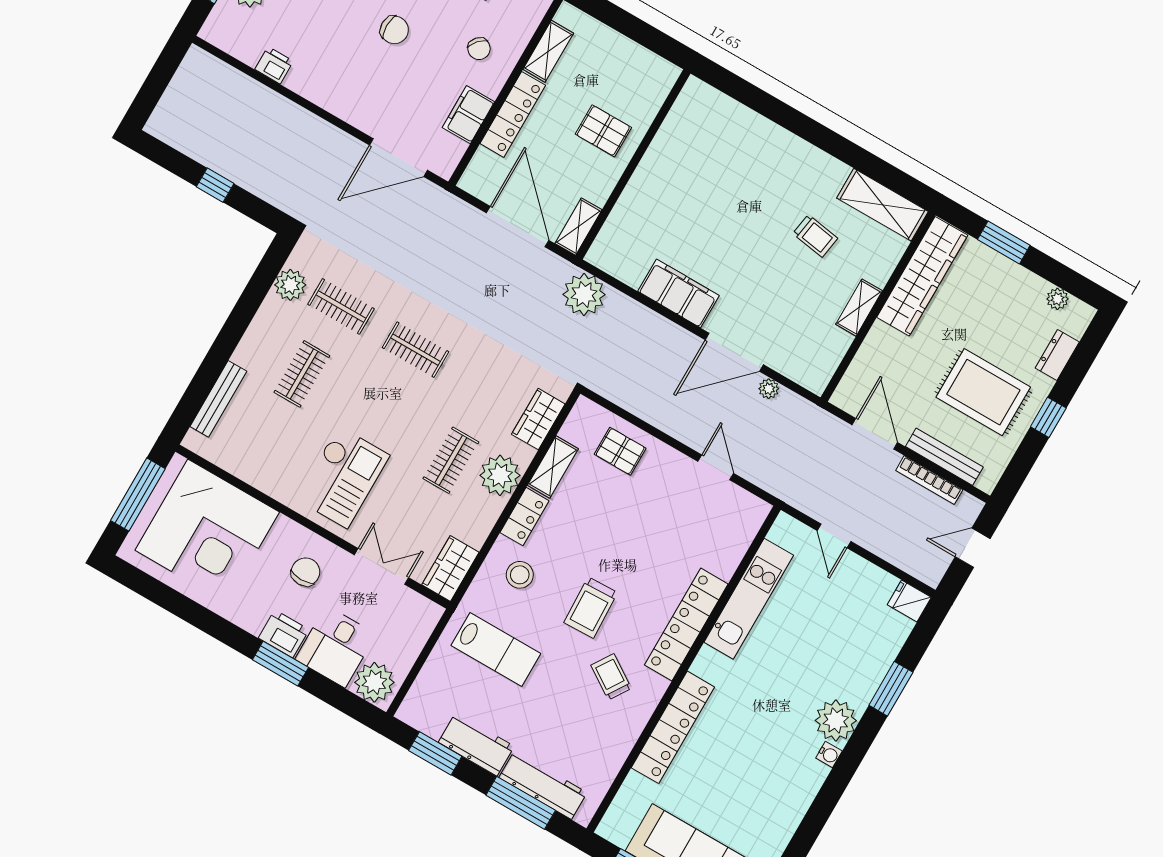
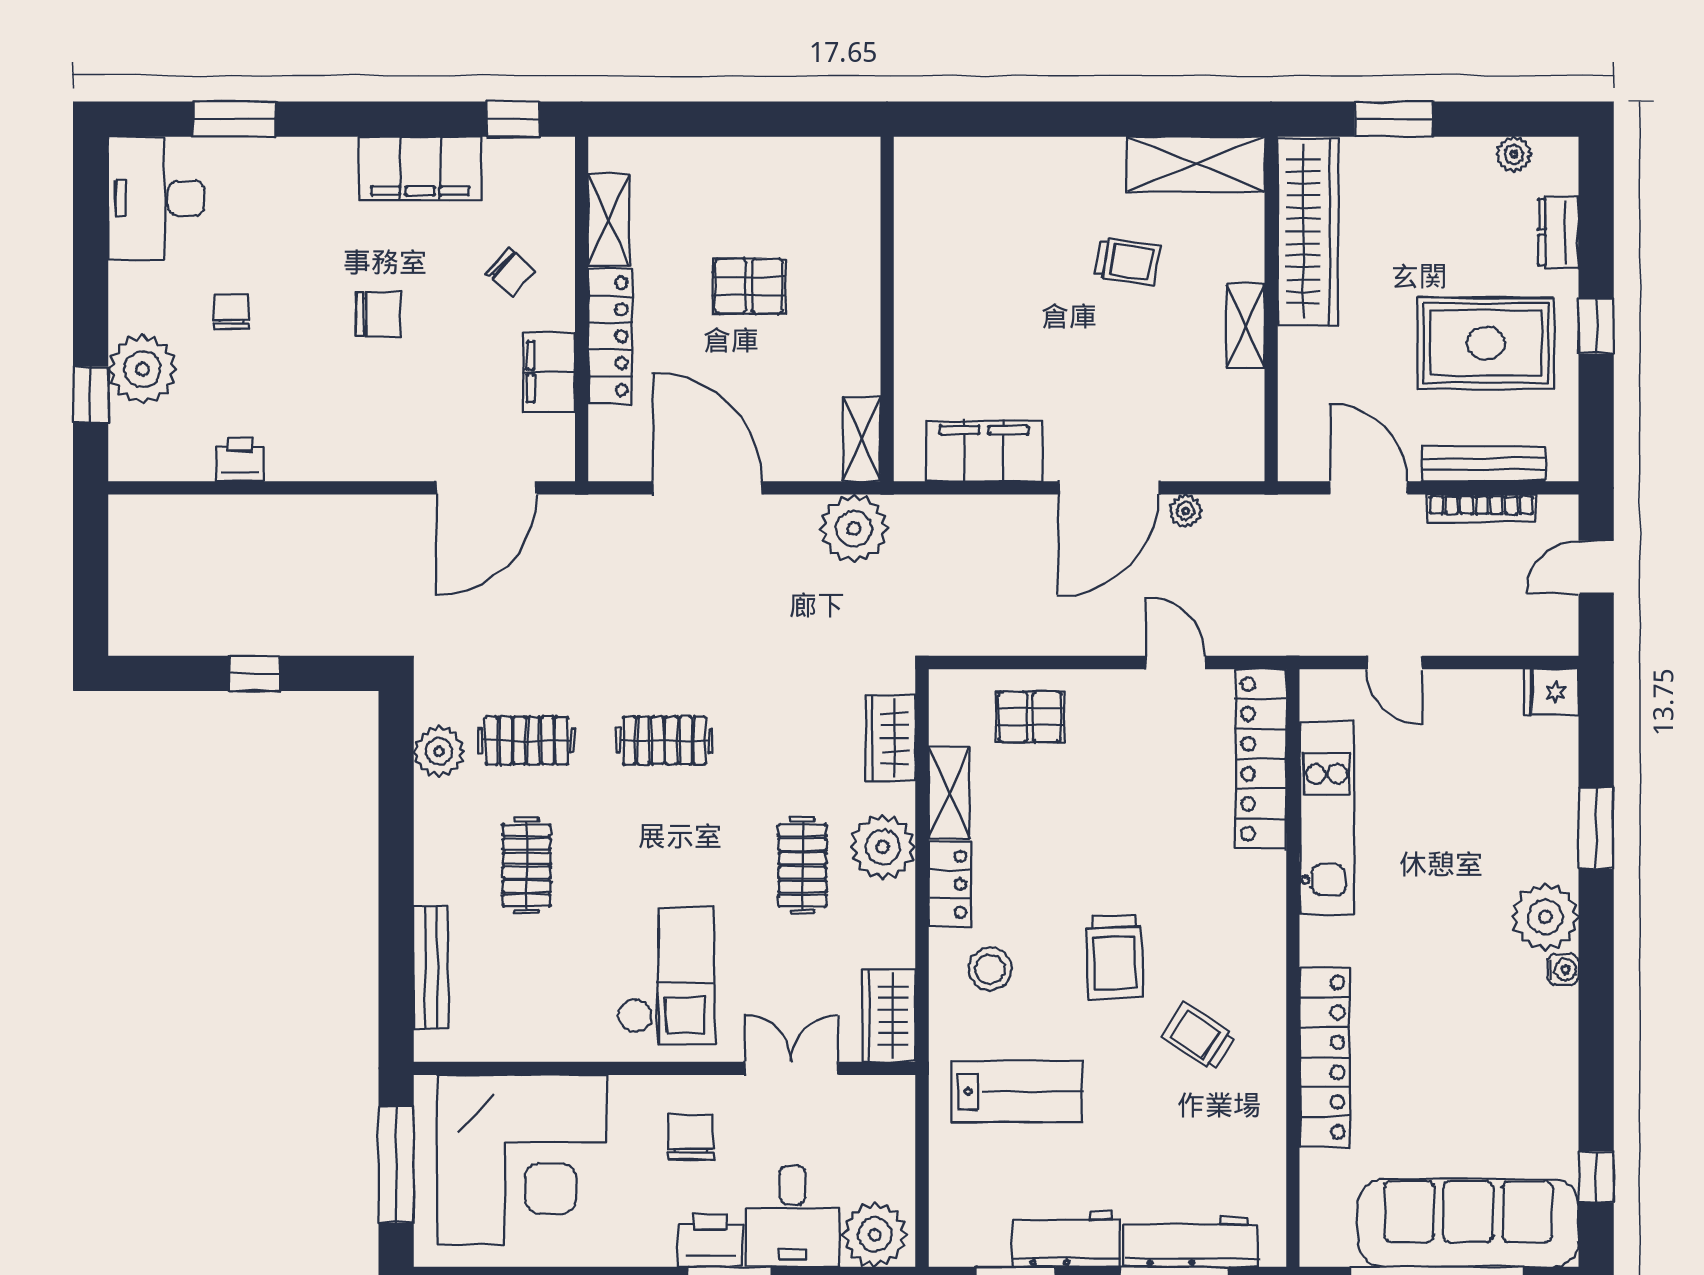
wall: (633, 164) -> (887, 309), moved
shelving: (578, 227) -> (861, 439), moved
locker: (686, 625) -> (1261, 759), moved

